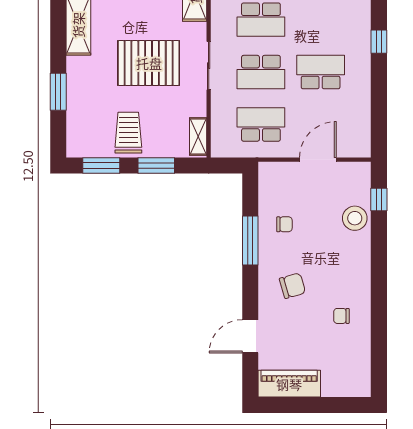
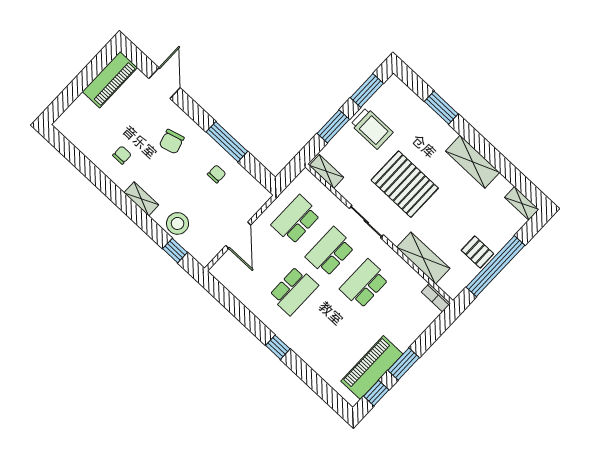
pallet: (149, 63) -> (405, 184), turned 90
school desk: (261, 124) -> (296, 220), turned 180
chair: (284, 224) -> (217, 174), turned 180
shelving: (362, 267) -> (141, 199), added

